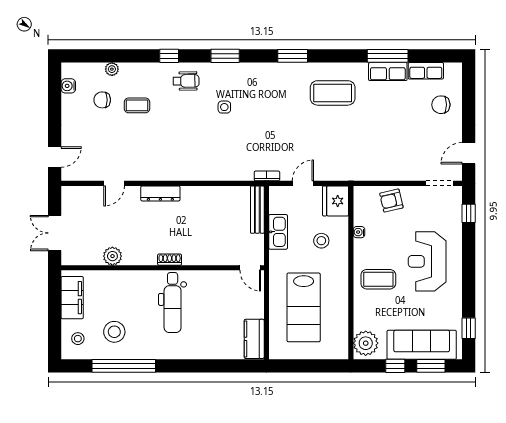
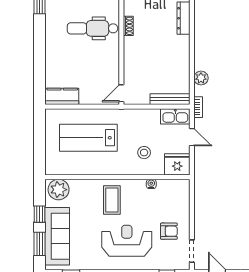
plant: (232, 172) -> (201, 78), added
armchair: (391, 201) -> (169, 231), moved, turned 103
kitchen sink: (278, 232) -> (175, 116), moved

